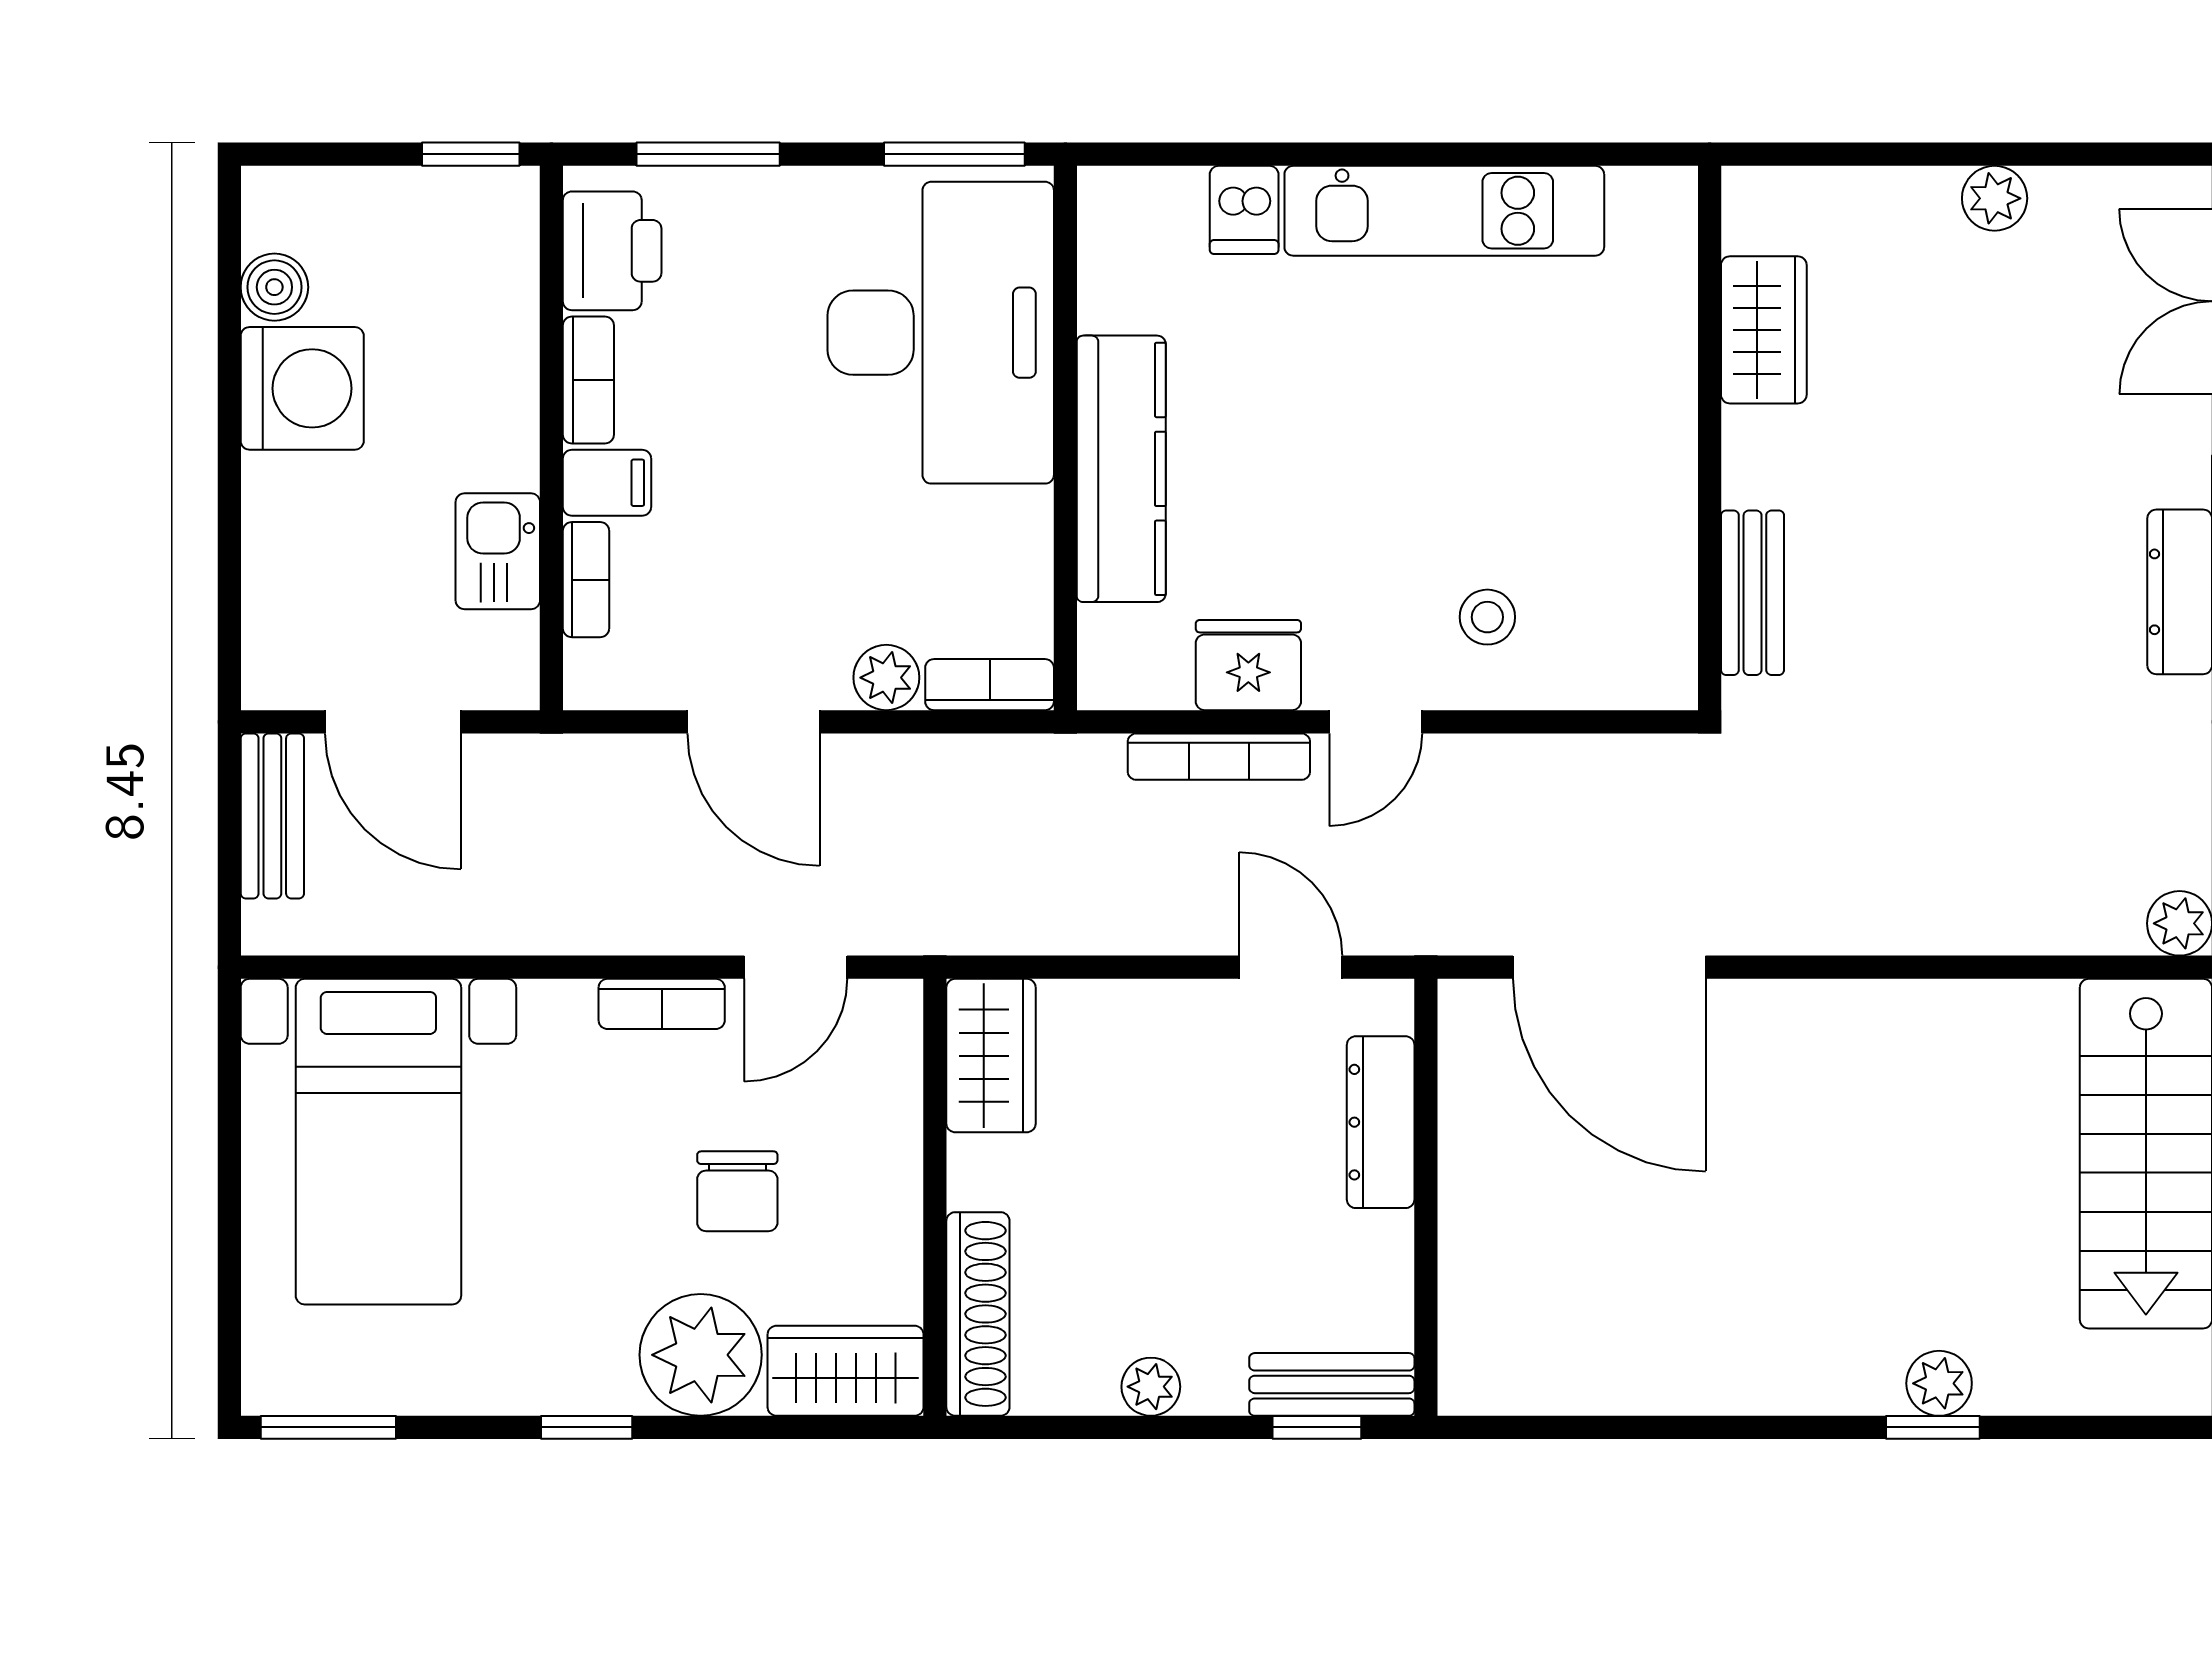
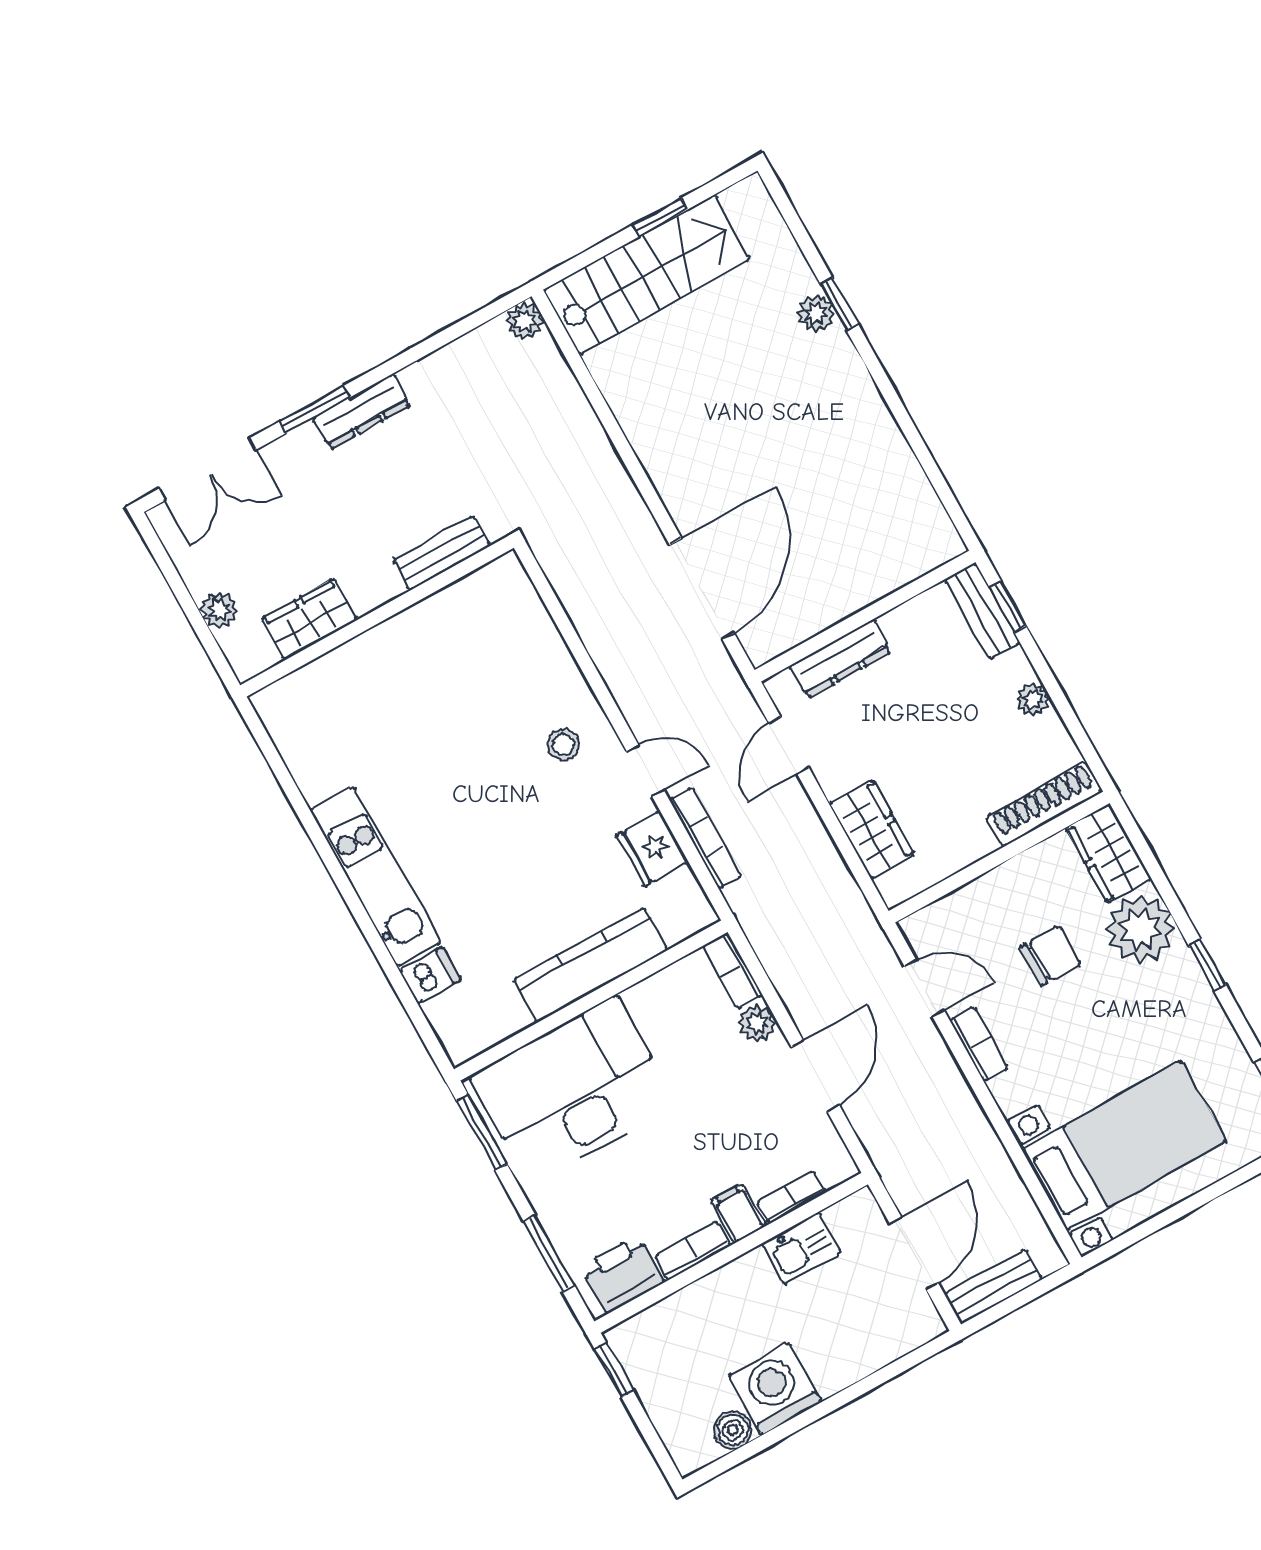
wardrobe: (1764, 330) -> (309, 619), moved
wall: (1710, 438) -> (377, 617), moved
bench: (1753, 593) -> (441, 553), moved
wardrobe: (991, 1056) -> (872, 829), moved, turned 90

